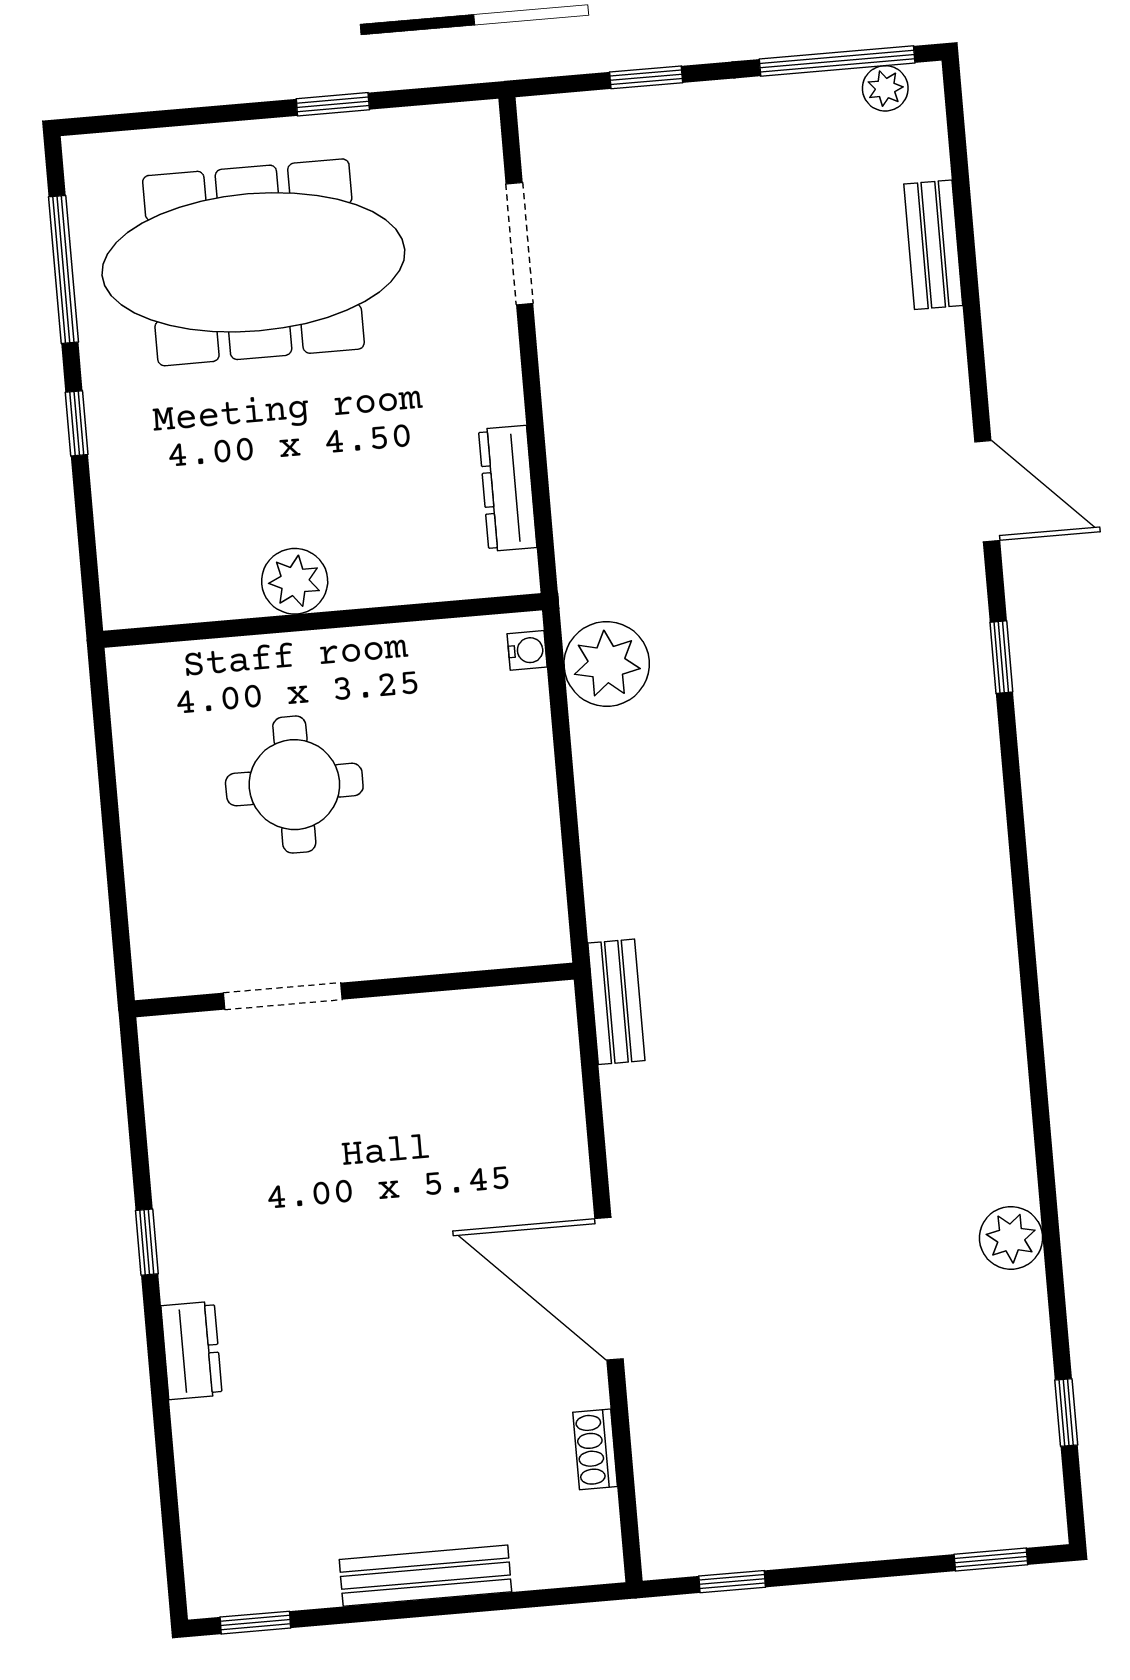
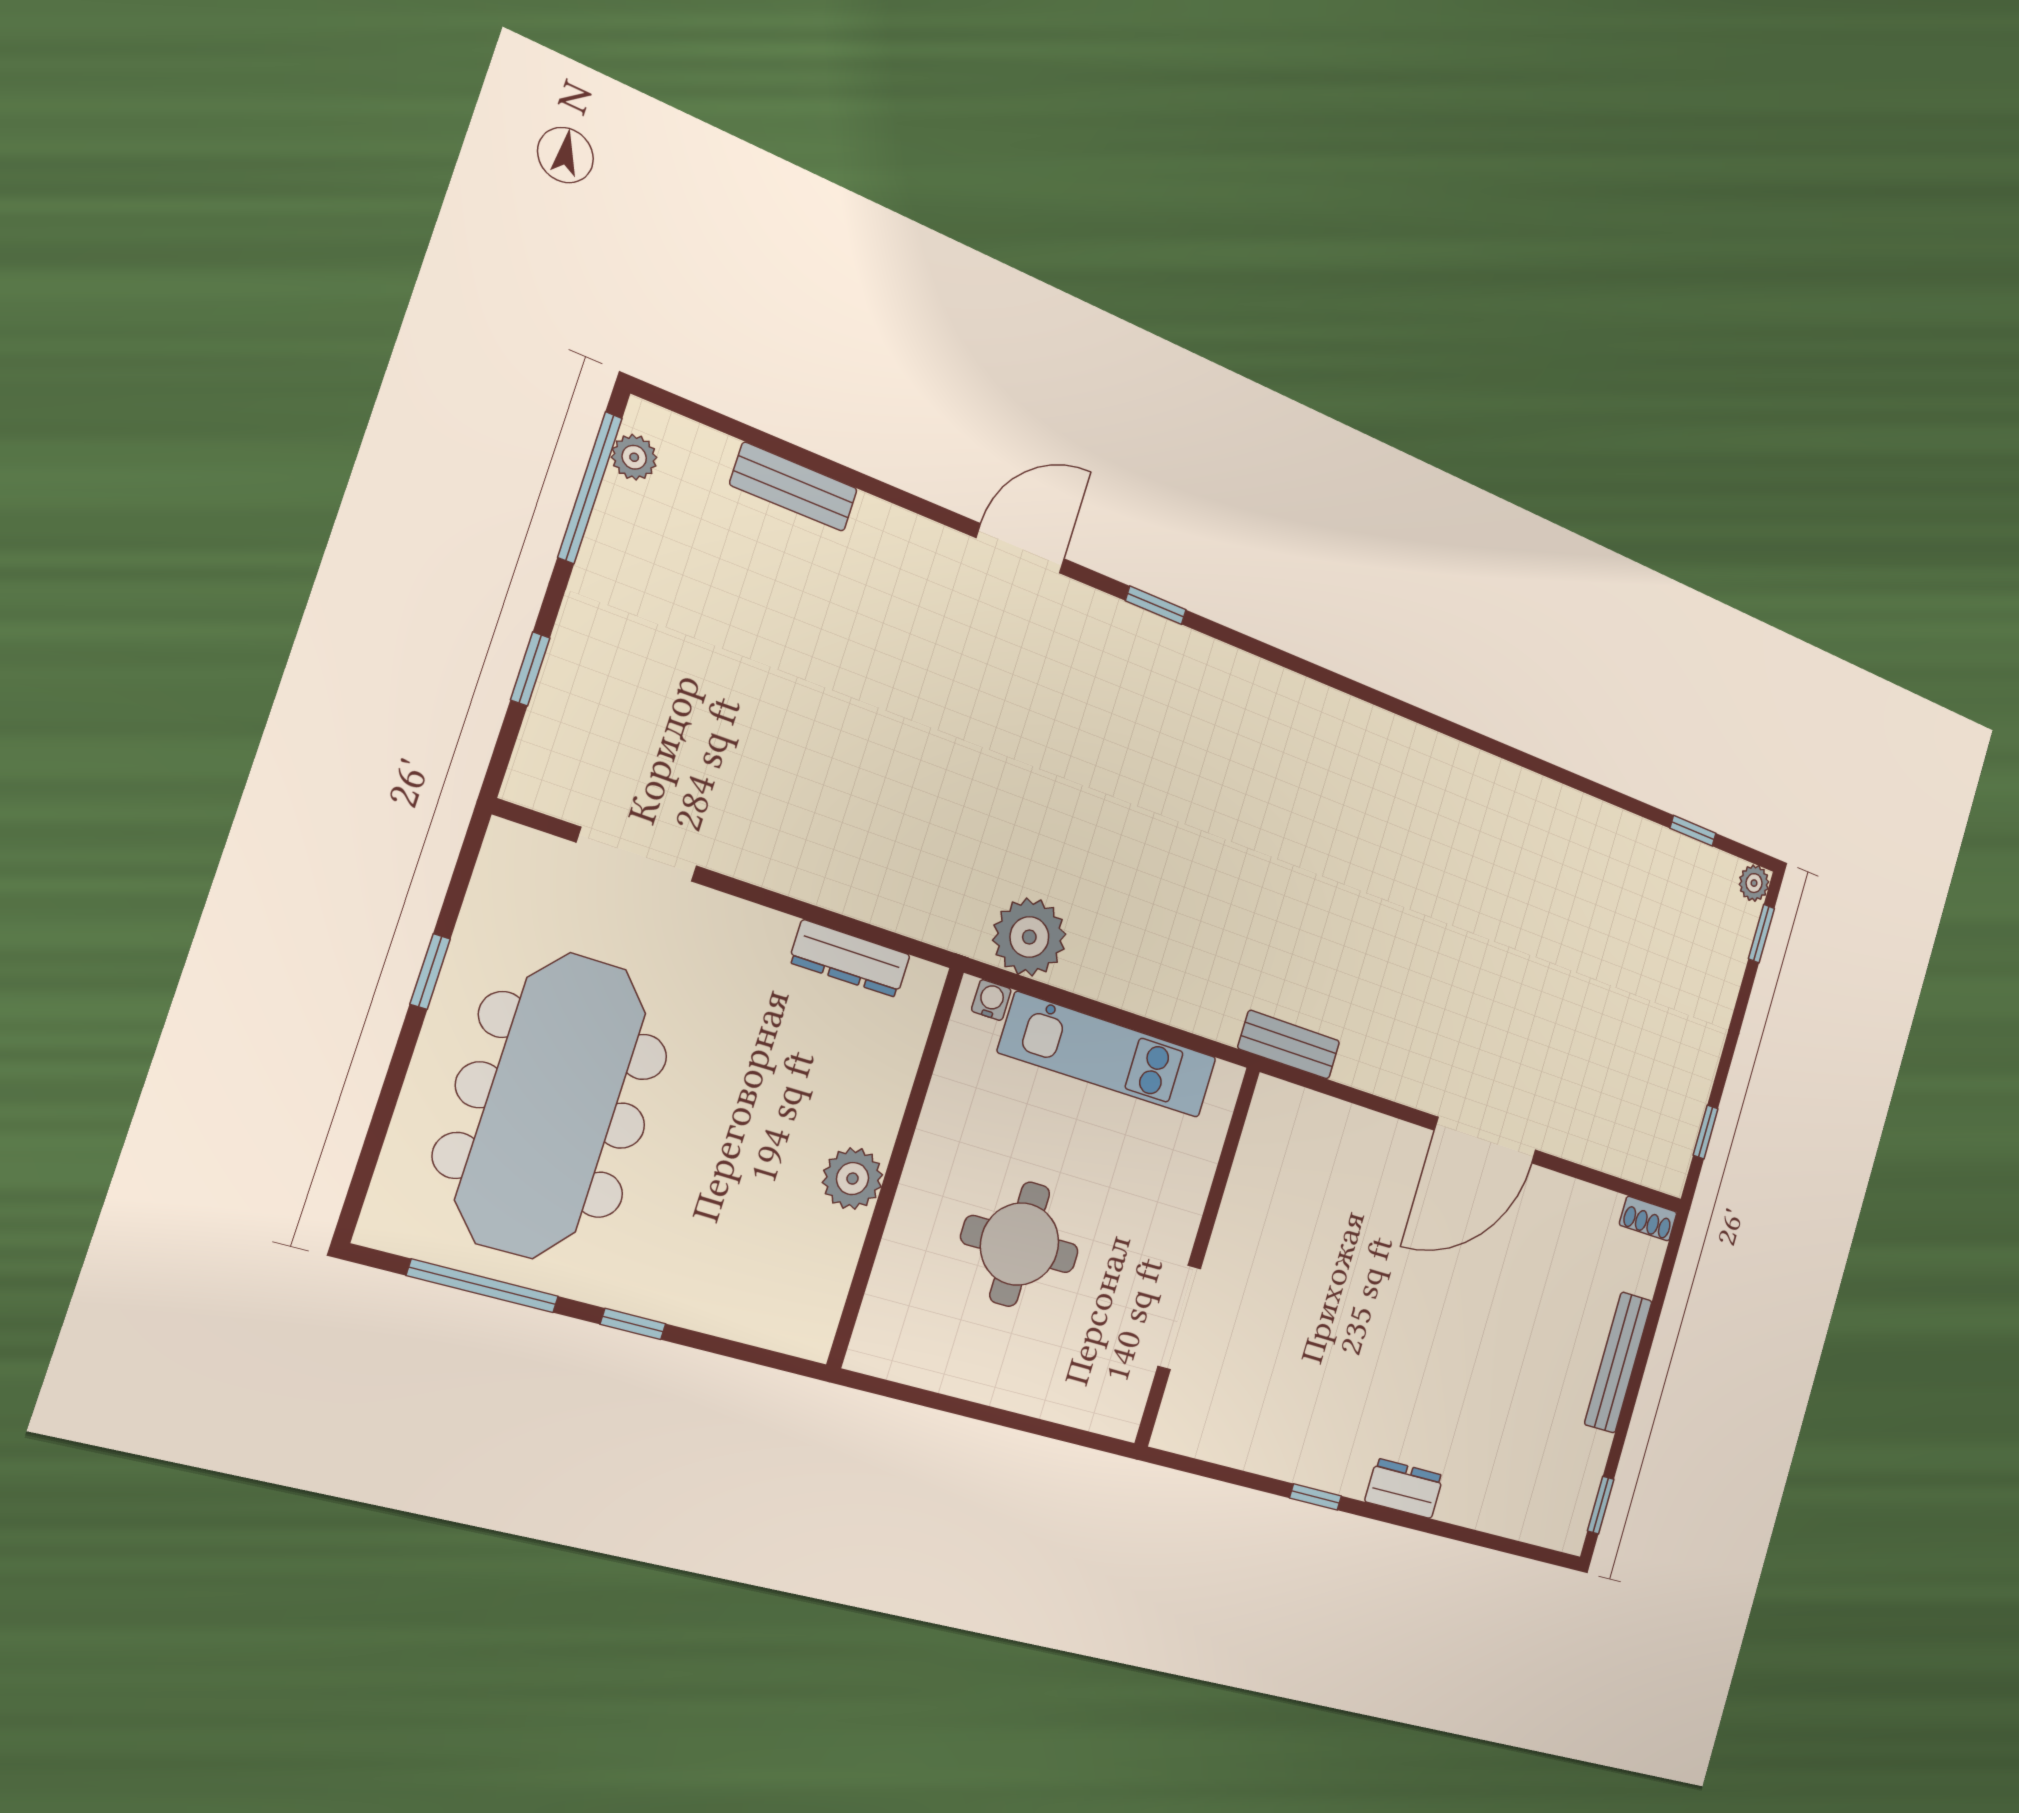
kitchen unit: (523, 800) -> (1108, 1055), added
plant: (1011, 1238) -> (1754, 883), moved, width x0.73, depth x0.73
shoe rack: (595, 1449) -> (1648, 1219), moved

